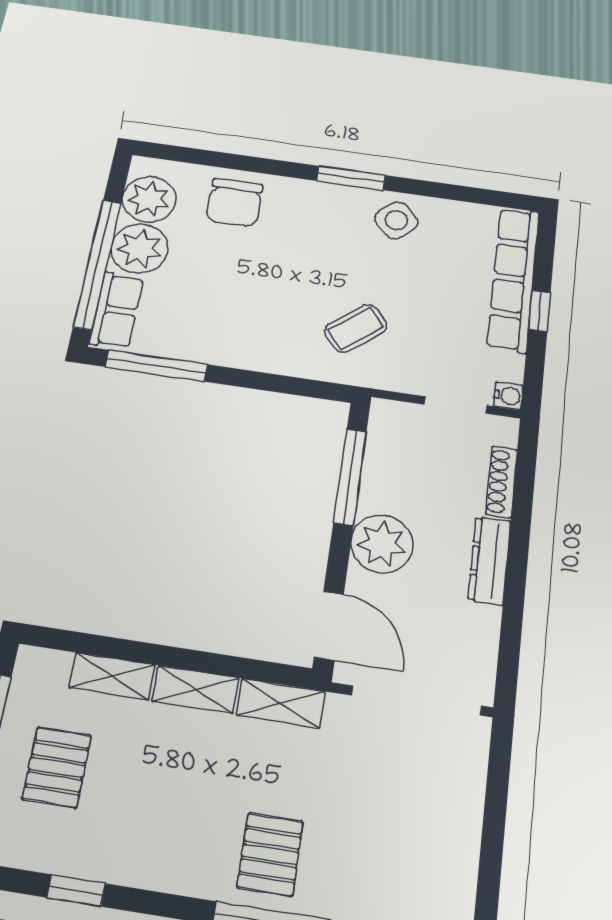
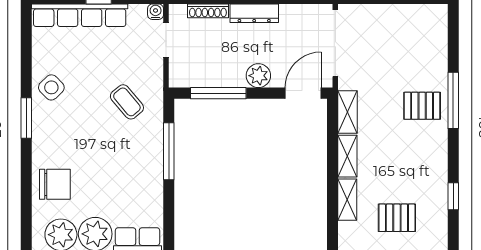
window: (156, 366) -> (169, 151), moved
plant: (382, 544) -> (258, 76), width x0.73, depth x0.73

